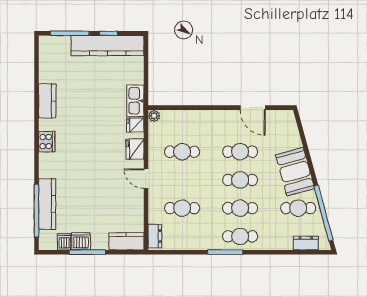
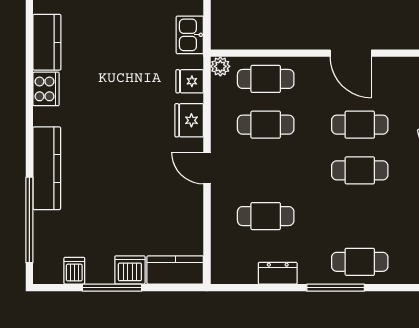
kitchen sink: (135, 101) -> (190, 35), width x0.73
door: (253, 108) -> (351, 53), moved
cooker: (47, 142) -> (46, 89), moved
kitchen counter: (47, 204) -> (47, 168), moved
cafe table: (240, 208) -> (266, 79), moved
dresser: (155, 236) -> (278, 273), moved, turned -90
dishwasher: (81, 241) -> (130, 270), moved

